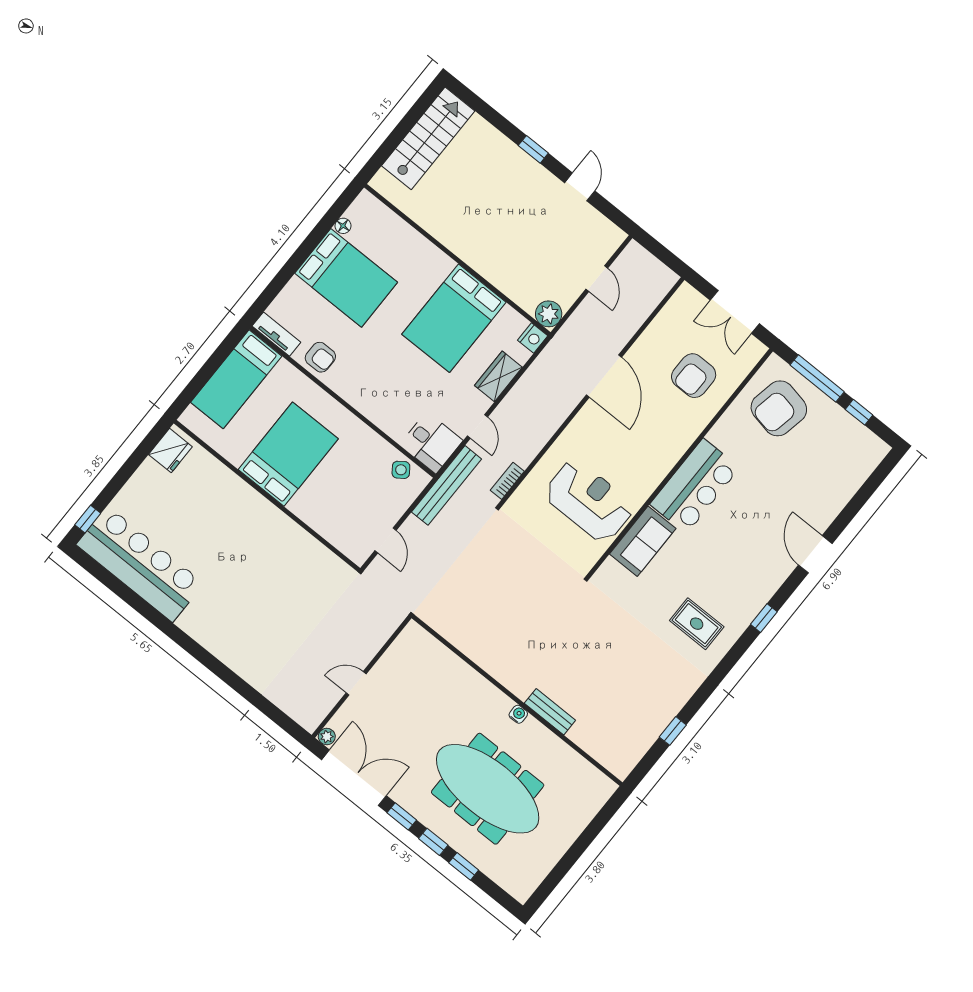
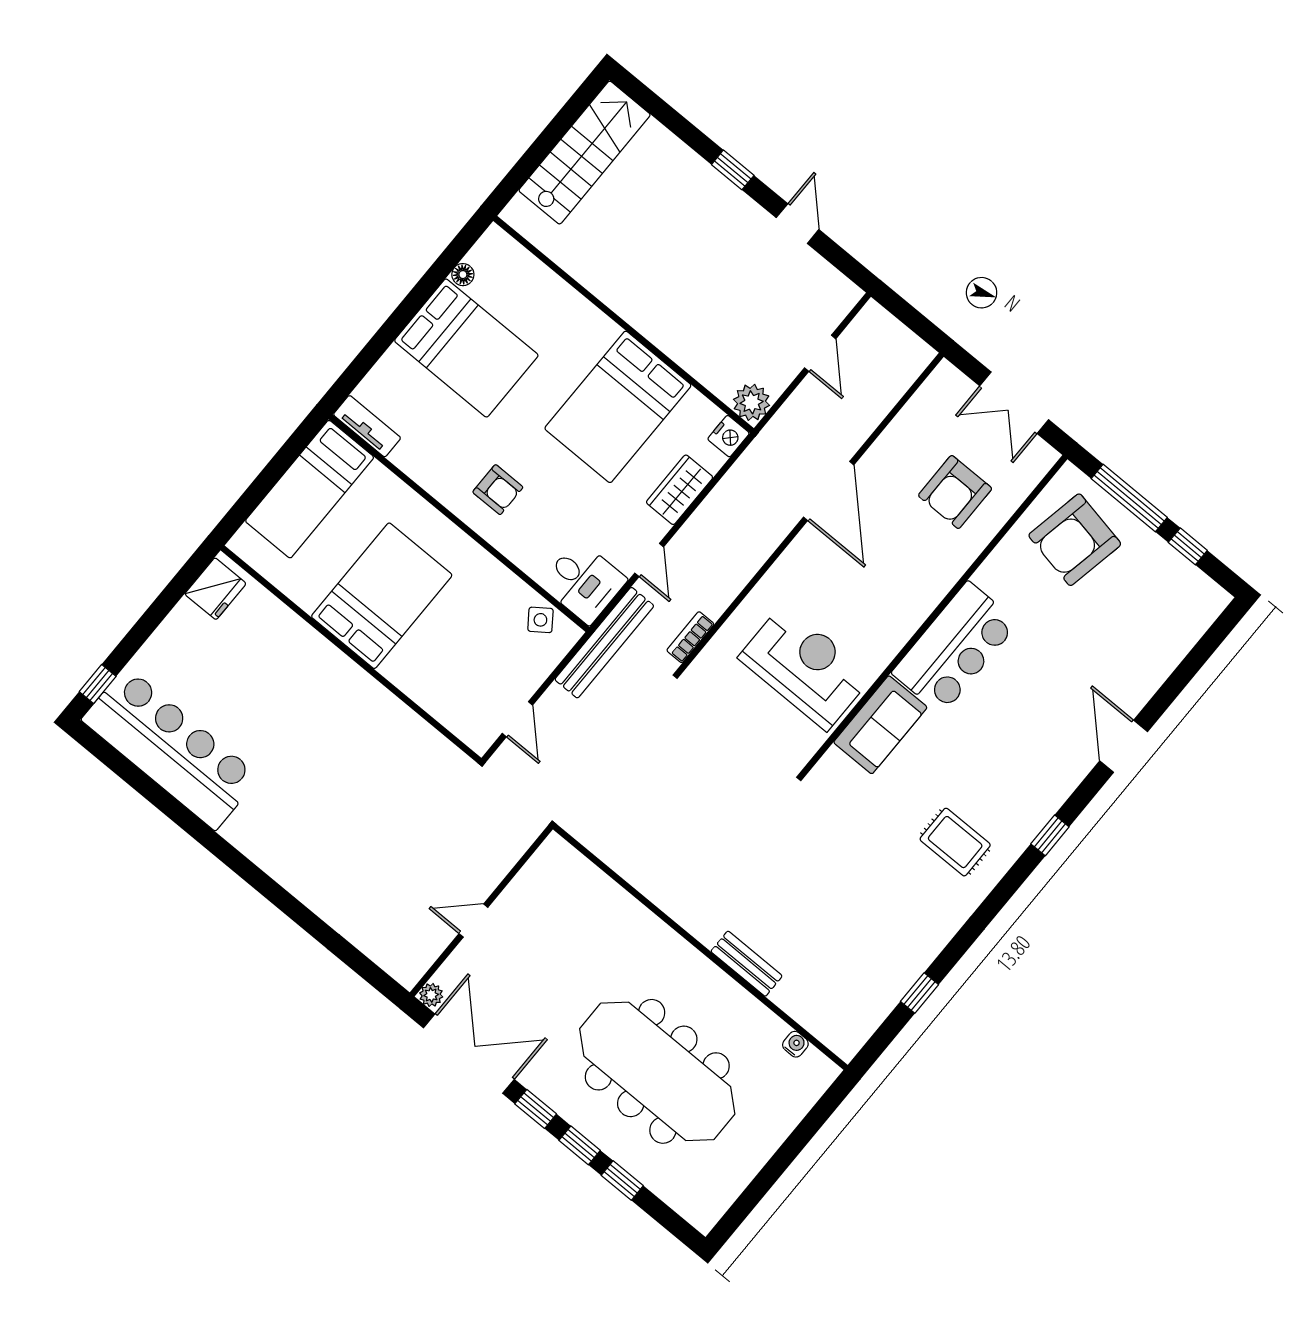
armchair: (320, 357) -> (498, 490), moved
water cooler: (518, 714) -> (795, 1044), moved

